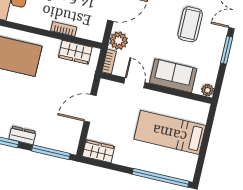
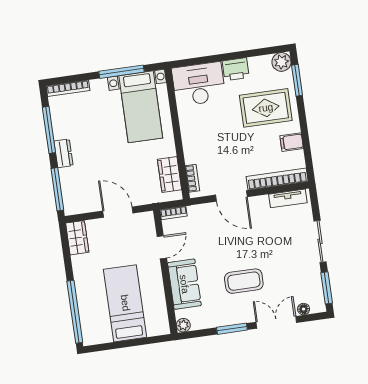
bookcase: (64, 29) -> (192, 178), moved
plant: (119, 41) -> (199, 214), removed

